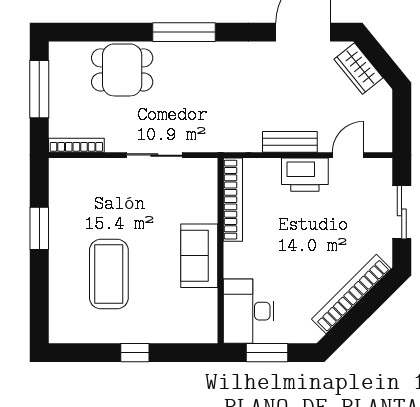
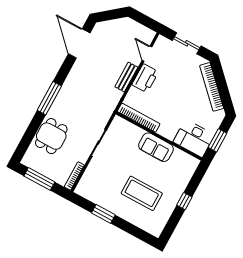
wardrobe: (358, 68) -> (110, 27), removed

